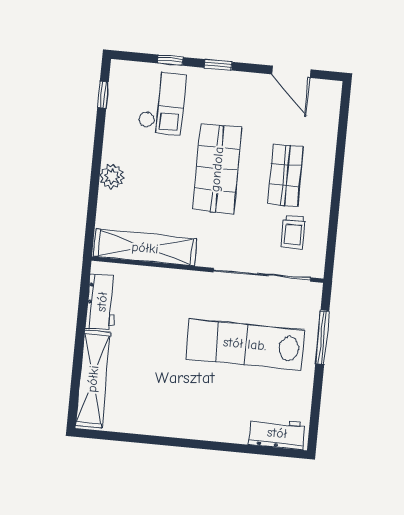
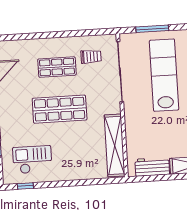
checkout: (162, 103) -> (32, 160), moved
plant: (112, 176) -> (74, 173), removed
lab bench: (245, 344) -> (164, 75), turned 180

